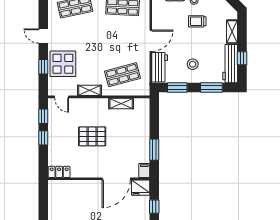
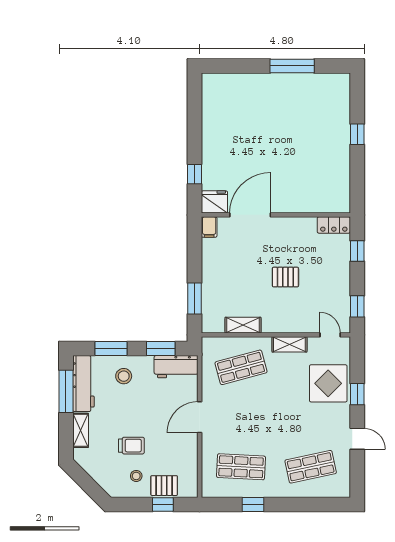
door: (43, 36) -> (357, 439), moved
window: (242, 58) -> (66, 391), width x2.17
stool: (193, 64) -> (124, 376), moved
window: (43, 67) -> (357, 394), moved
workbench: (160, 67) -> (176, 367), moved, turned -90
pallet: (92, 136) -> (285, 277), width x0.67, depth x0.71
window: (43, 138) -> (357, 251), moved
window: (154, 150) -> (194, 299), moved

